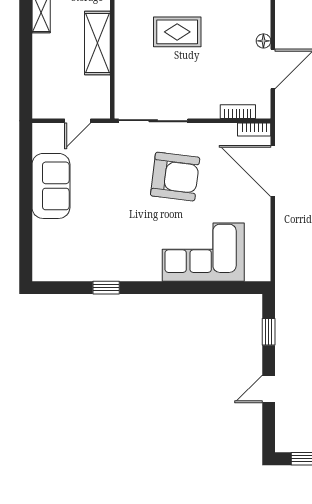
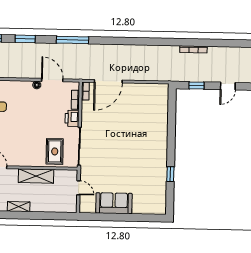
rug: (177, 32) -> (55, 151), moved
printer: (204, 106) -> (72, 118), added
armchair: (175, 177) -> (110, 135), removed
corner sofa: (203, 252) -> (152, 120), removed
door: (269, 389) -> (228, 86), hinge flipped

